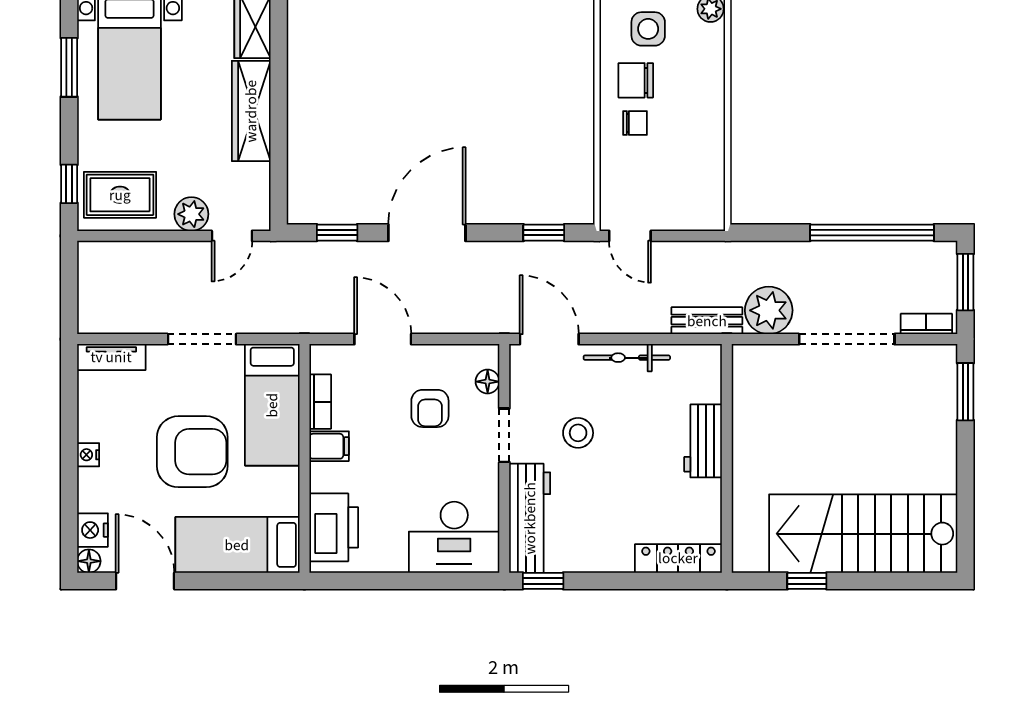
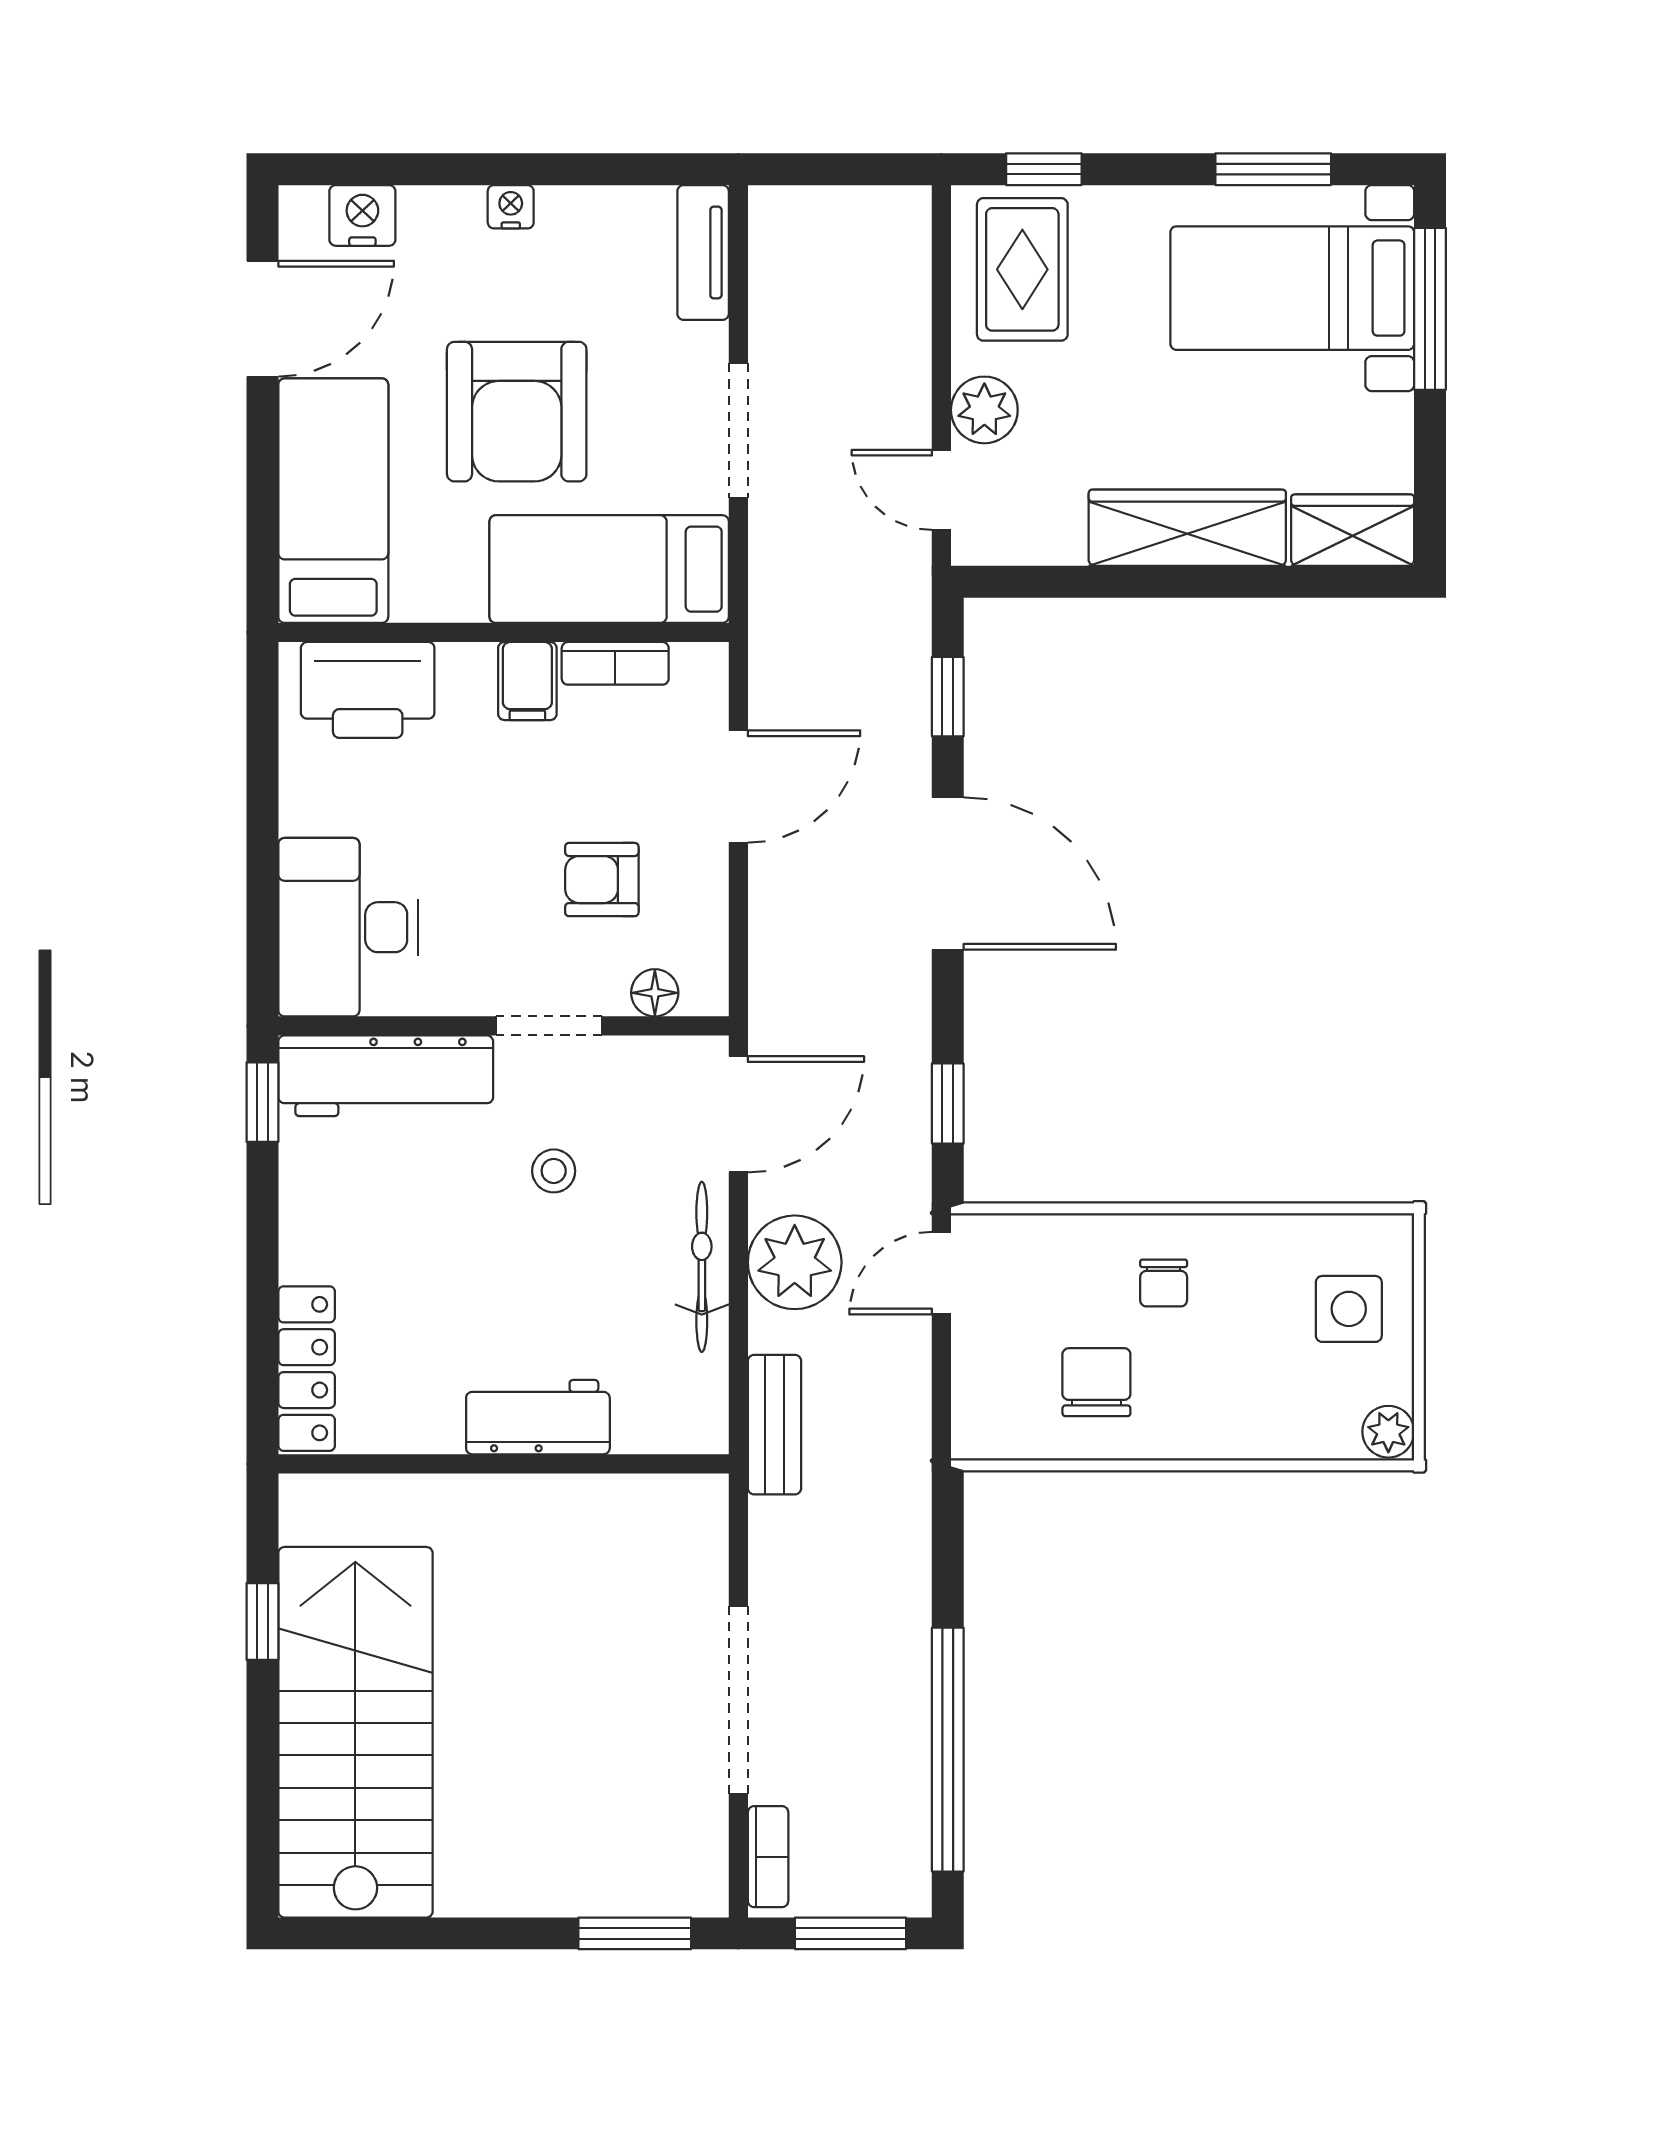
chair: (636, 80) -> (1096, 1382), moved
plant: (769, 310) -> (795, 1262), moved
stool: (578, 433) -> (554, 1171), width x0.73, depth x0.73
floor lamp: (89, 561) -> (301, 208), removed

